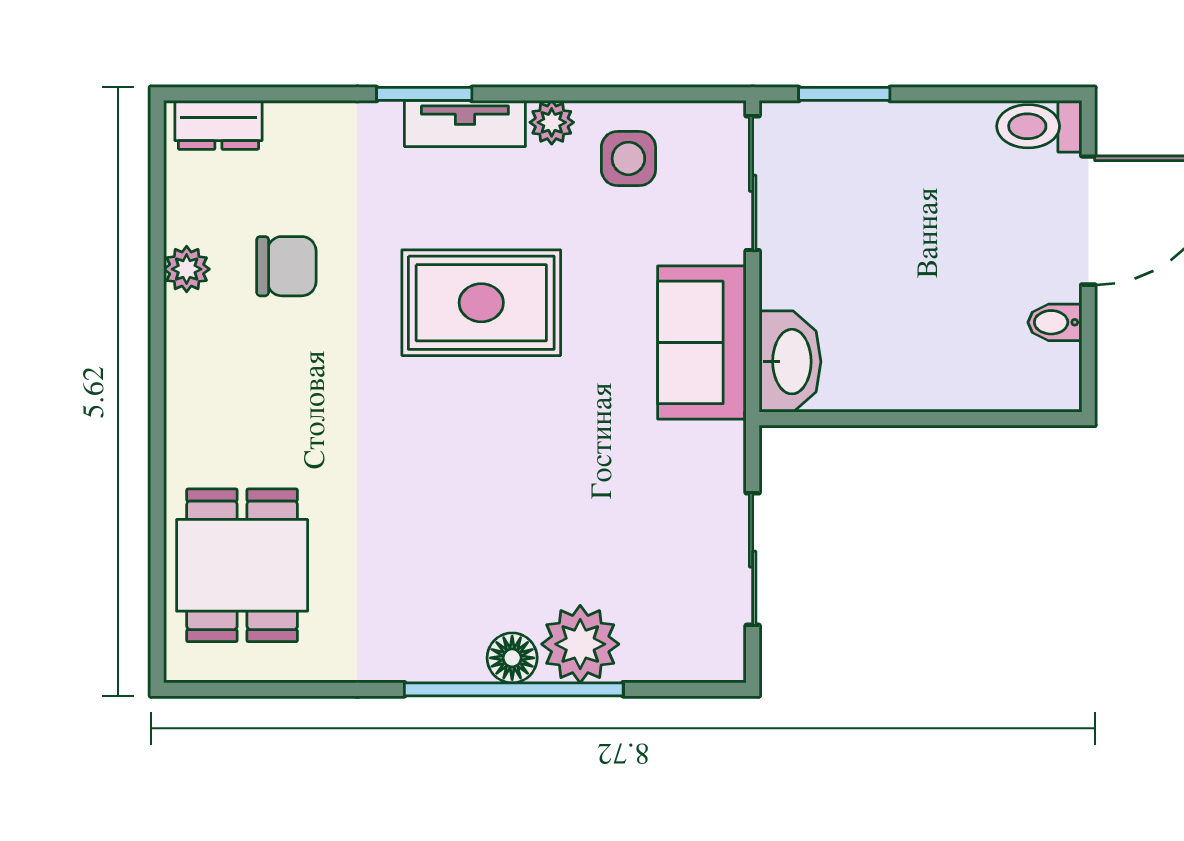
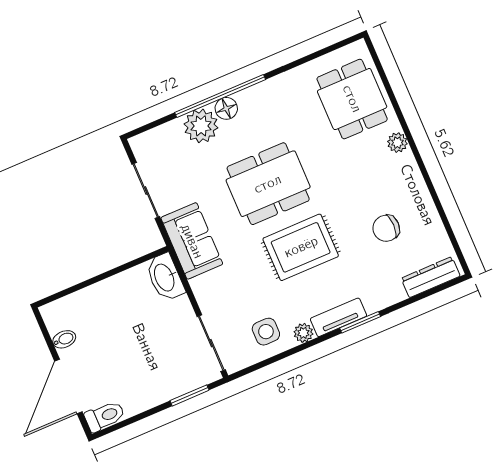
dresser: (218, 125) -> (431, 277), width x1.44
plant: (187, 269) -> (397, 143), moved
sofa: (702, 342) -> (192, 241), moved
dining table: (492, 464) -> (268, 184), added

